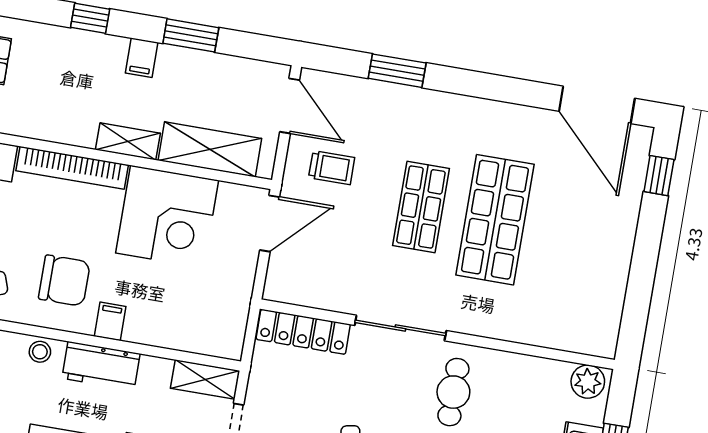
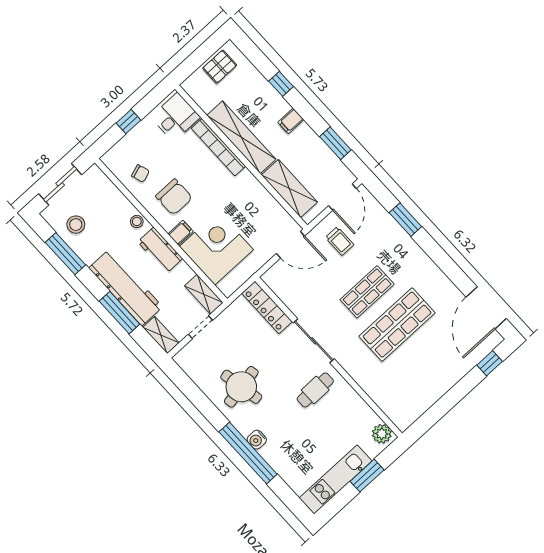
window: (191, 35) -> (335, 143), moved
shelving: (128, 141) -> (241, 137), width x2.20, depth x1.33
corner desk: (167, 217) -> (216, 248), moved, turned 180

